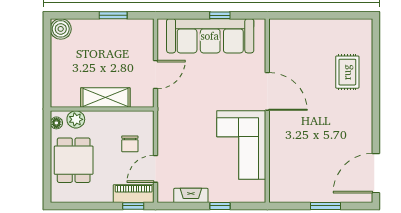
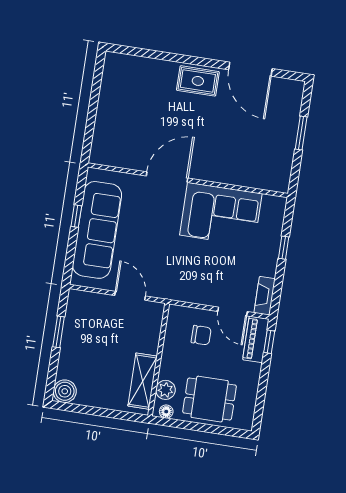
rug: (347, 72) -> (198, 81), moved
shelving: (105, 97) -> (143, 381), moved
door: (376, 173) -> (250, 69), moved
fireplace: (191, 195) -> (265, 296), moved

